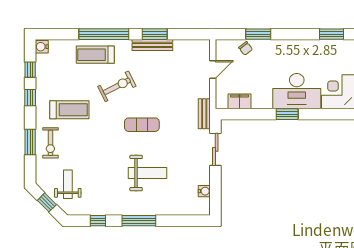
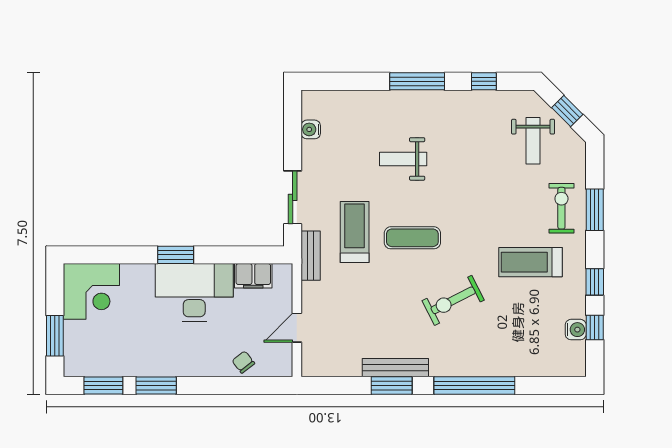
window: (258, 34) -> (156, 385), moved
water cooler: (42, 47) -> (576, 330), moved
treadmill: (95, 55) -> (355, 232), moved, turned -90
desk: (297, 91) -> (194, 292), moved
weight bench: (148, 173) -> (403, 159), width x0.73, depth x0.75

